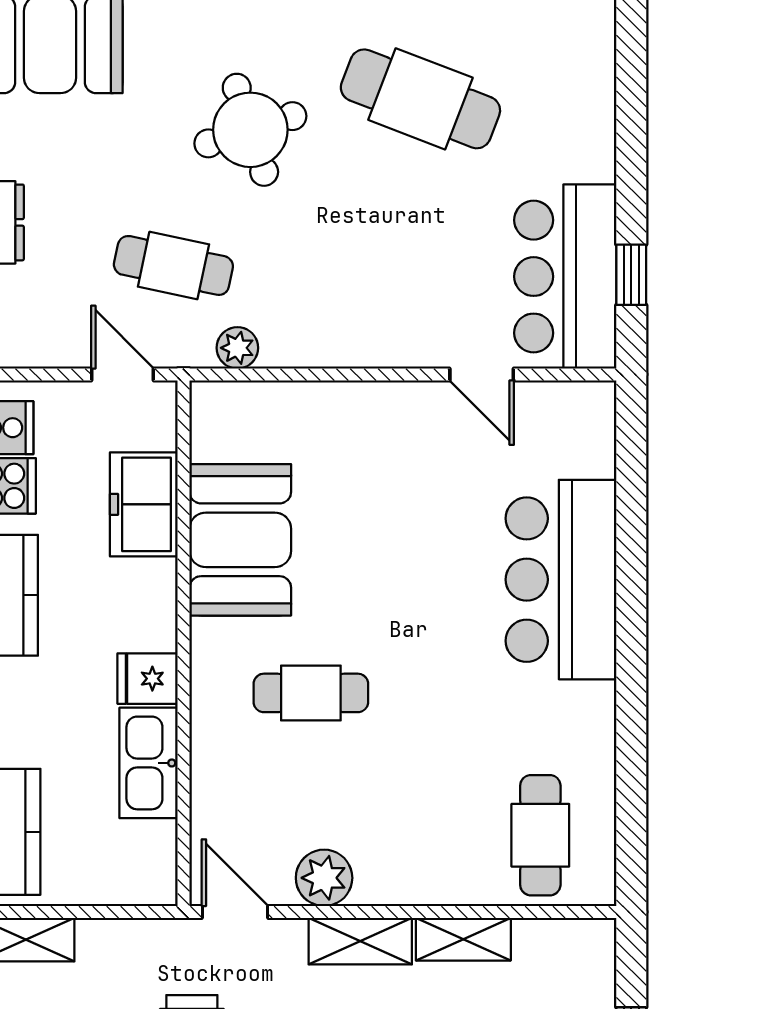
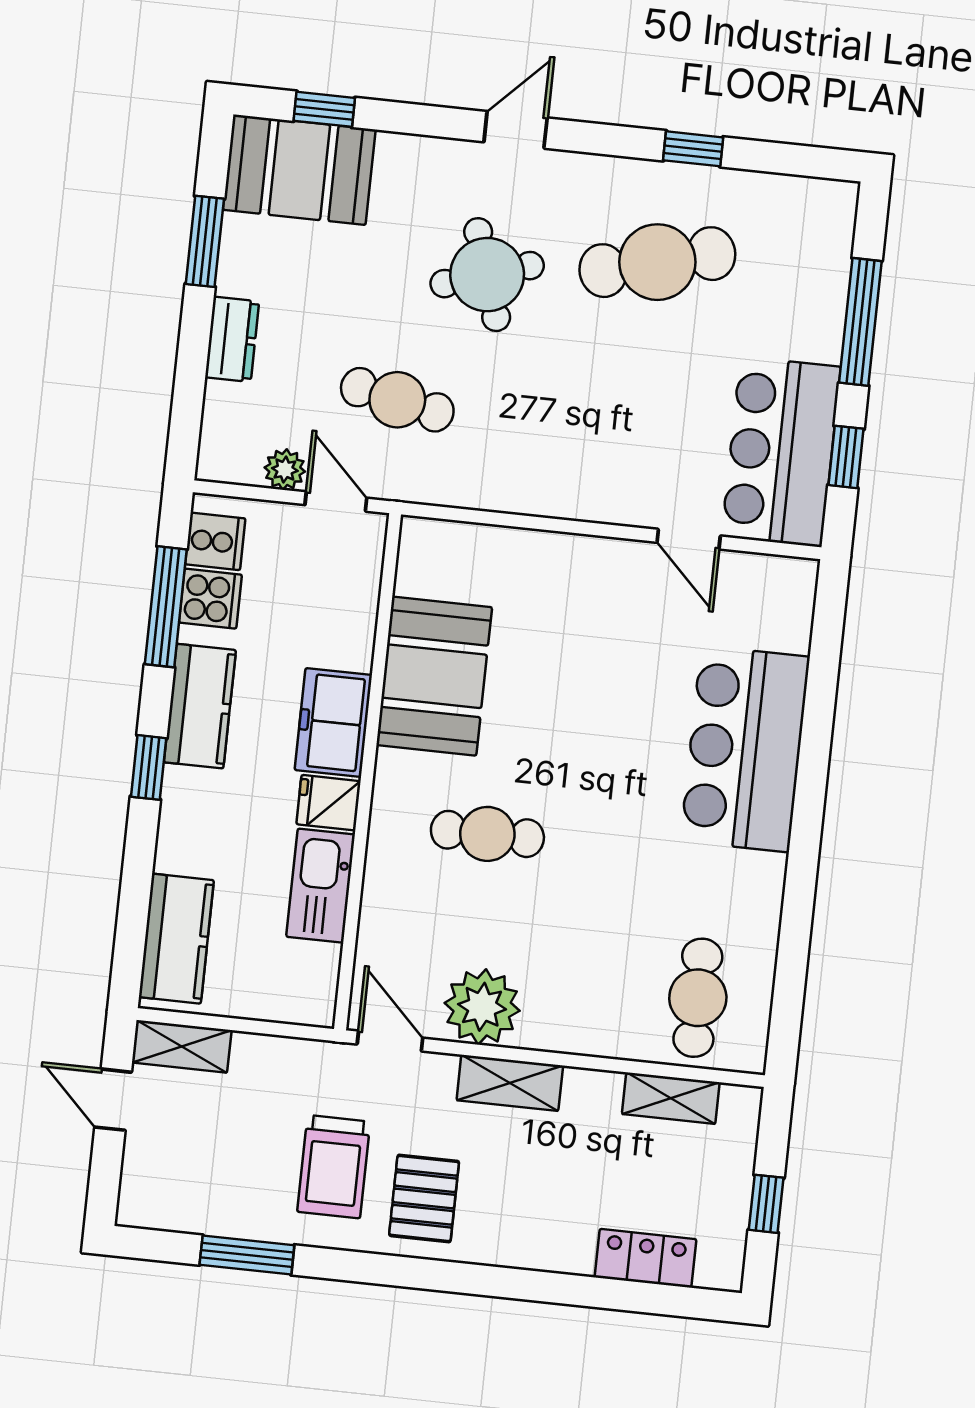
cafe table: (420, 99) -> (657, 262), turned -36
window: (631, 137) -> (860, 322), added
plant: (237, 348) -> (285, 469), moved
freezer: (144, 504) -> (333, 723), moved
plant: (324, 878) -> (482, 1007), width x1.36, depth x1.36
shelving: (463, 939) -> (671, 1098), moved

